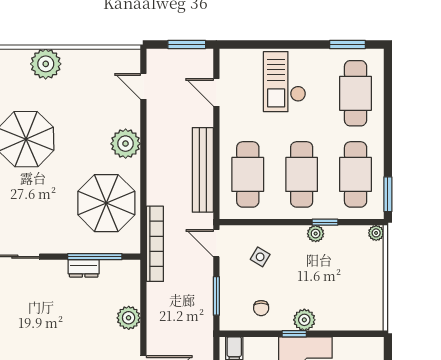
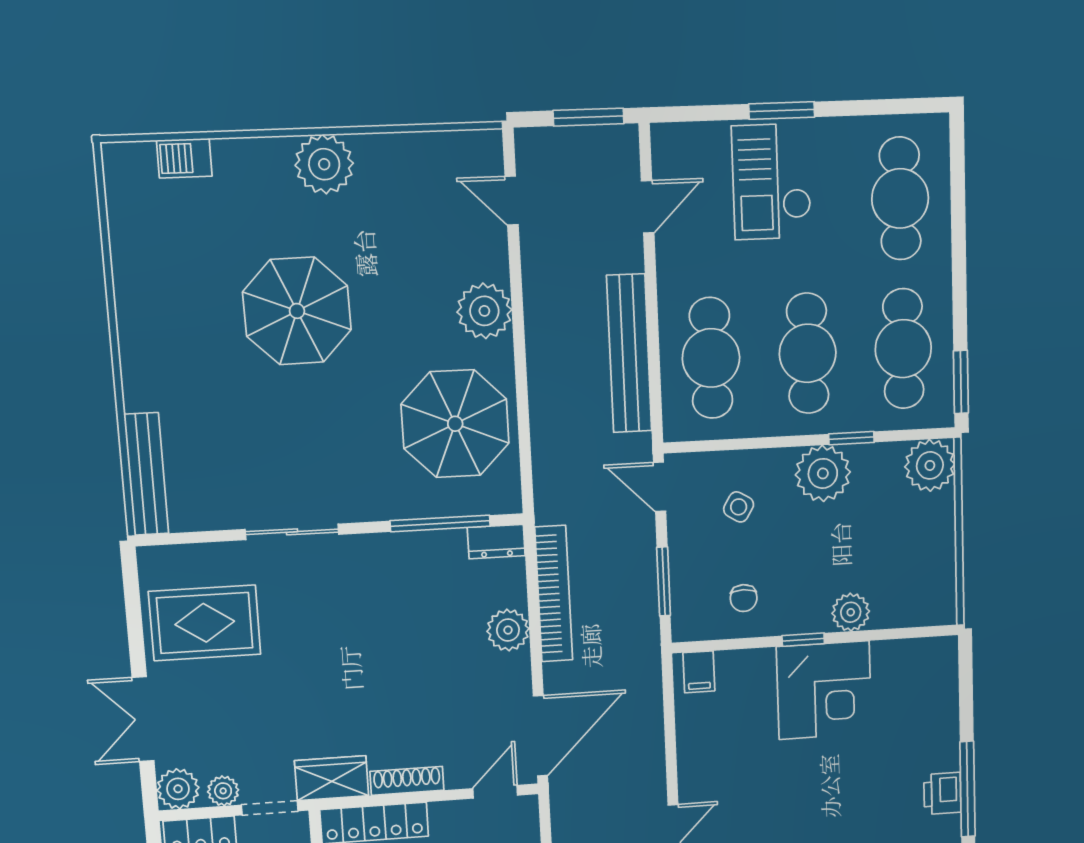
window: (348, 45) -> (782, 110), moved
door: (216, 92) -> (648, 207), swing flipped
plant: (376, 233) -> (930, 465), width x1.87, depth x1.87
plant: (316, 234) -> (823, 473), width x1.87, depth x1.87
bookcase: (155, 244) -> (554, 594), moved
dresser: (84, 268) -> (496, 542), moved
plant: (304, 320) -> (851, 612), moved

